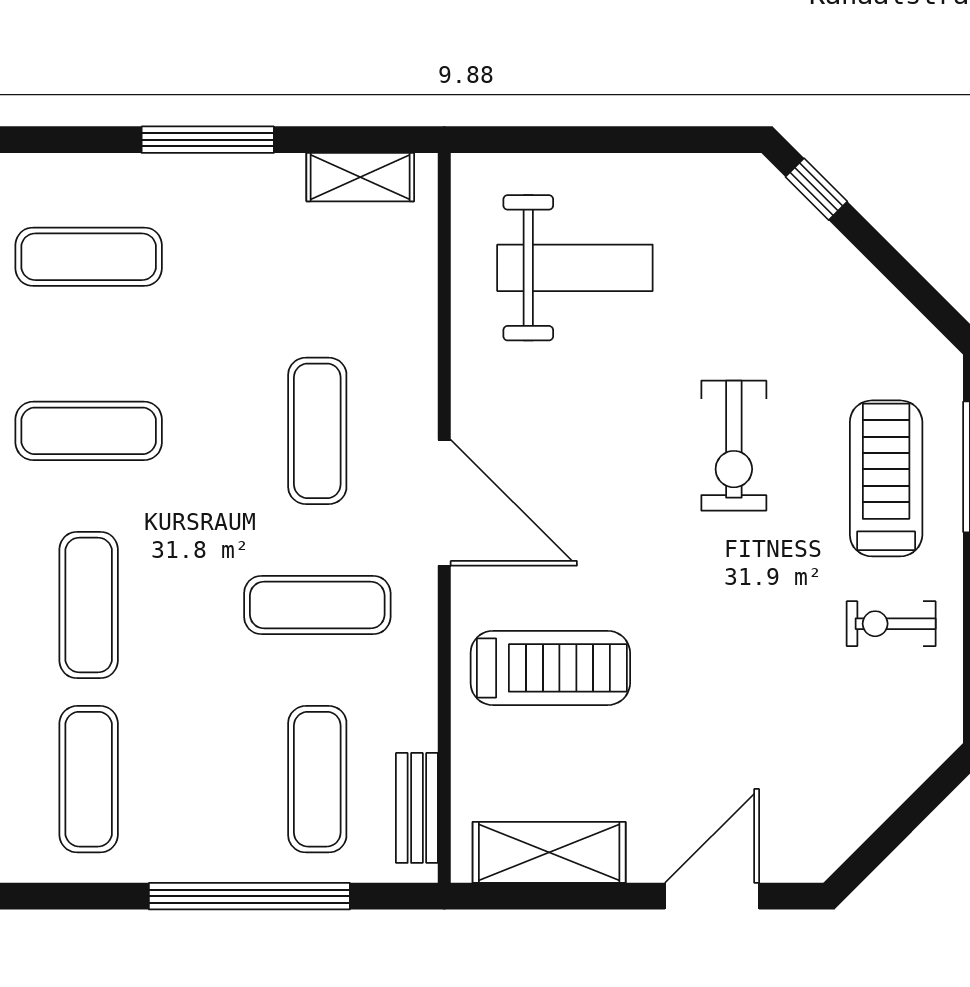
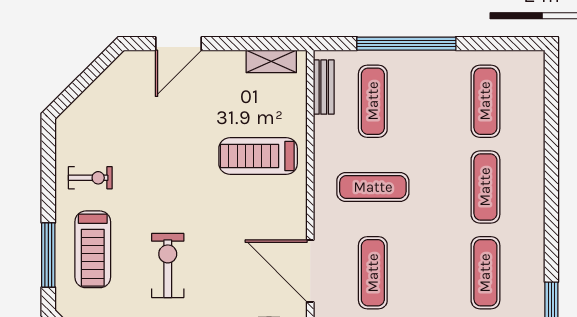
exercise mat: (89, 431) -> (485, 273), turned 90
door: (444, 503) -> (310, 271), moved
shelving: (549, 852) -> (271, 61), width x0.67, depth x0.75

